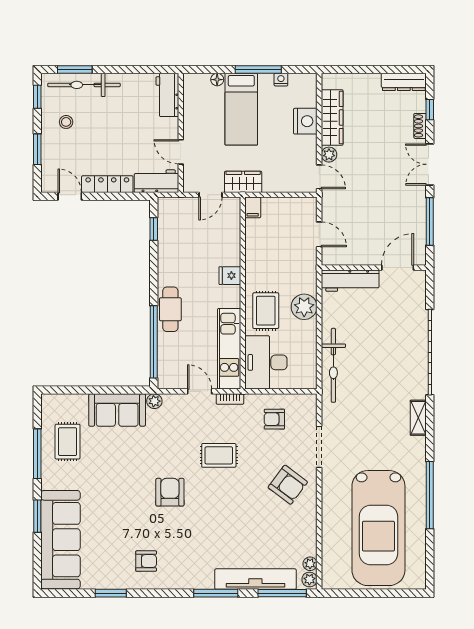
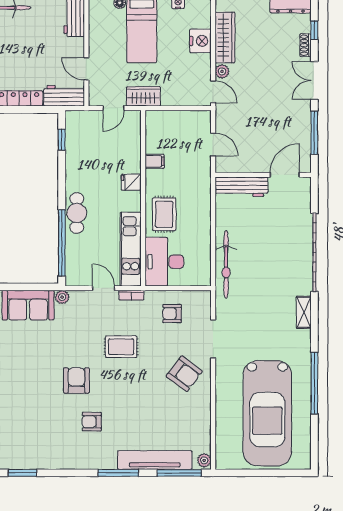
filing cabinet: (253, 207) -> (155, 161), moved, turned -90
plant: (304, 307) -> (199, 211), removed
armchair: (146, 561) -> (92, 422), moved, turned 180
plant: (310, 564) -> (205, 446), removed

